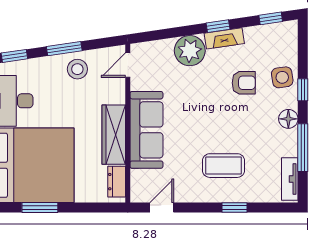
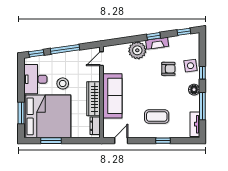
window: (64, 49) -> (65, 49), width x1.44
stool: (77, 69) -> (63, 83), moved

